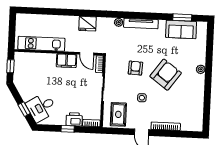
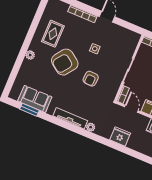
rug: (118, 114) -> (53, 34), moved

